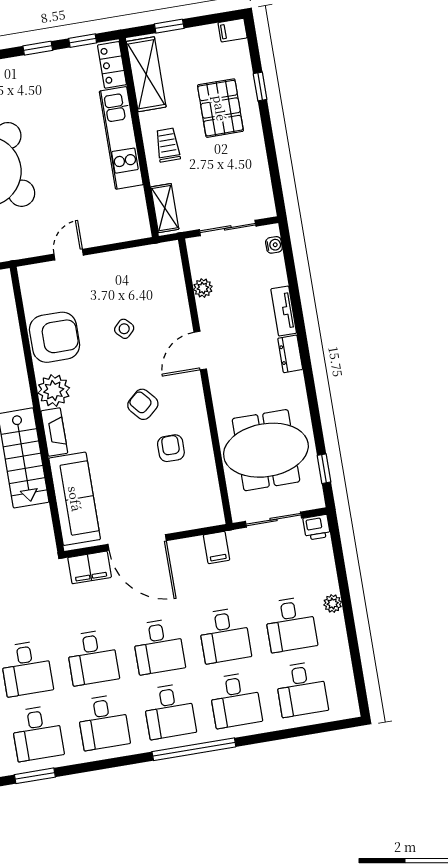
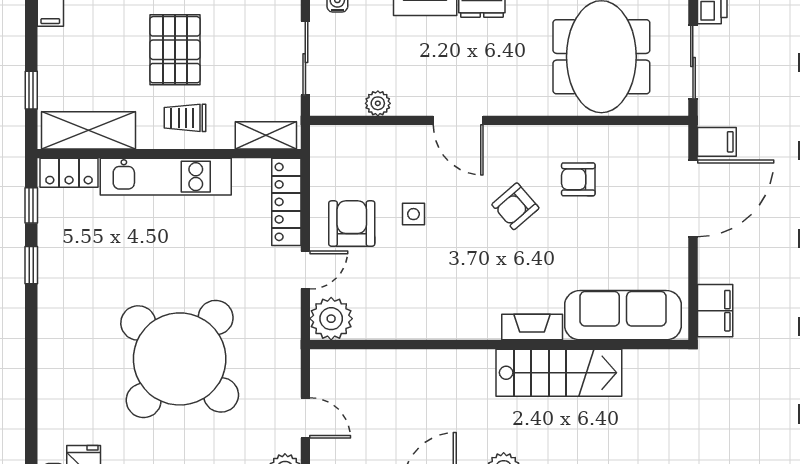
pallet: (220, 108) -> (175, 50), moved, turned 90
locker: (117, 232) -> (286, 202), added
door: (69, 255) -> (305, 270), swing flipped
side table: (124, 329) -> (413, 214), turned 45
armchair: (55, 337) -> (352, 224), moved, width x0.73, depth x0.73
plant: (54, 390) -> (331, 319), moved
door: (137, 542) -> (693, 198), moved

